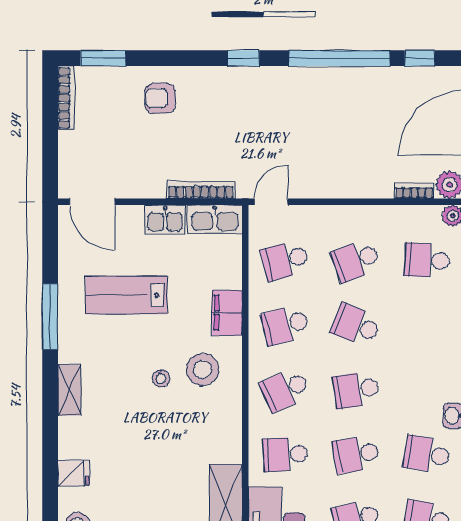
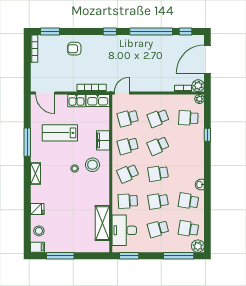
school desk: (356, 325) -> (158, 146), turned -45

